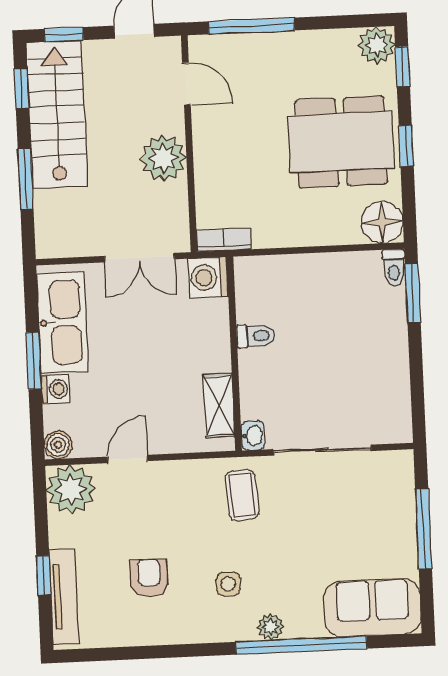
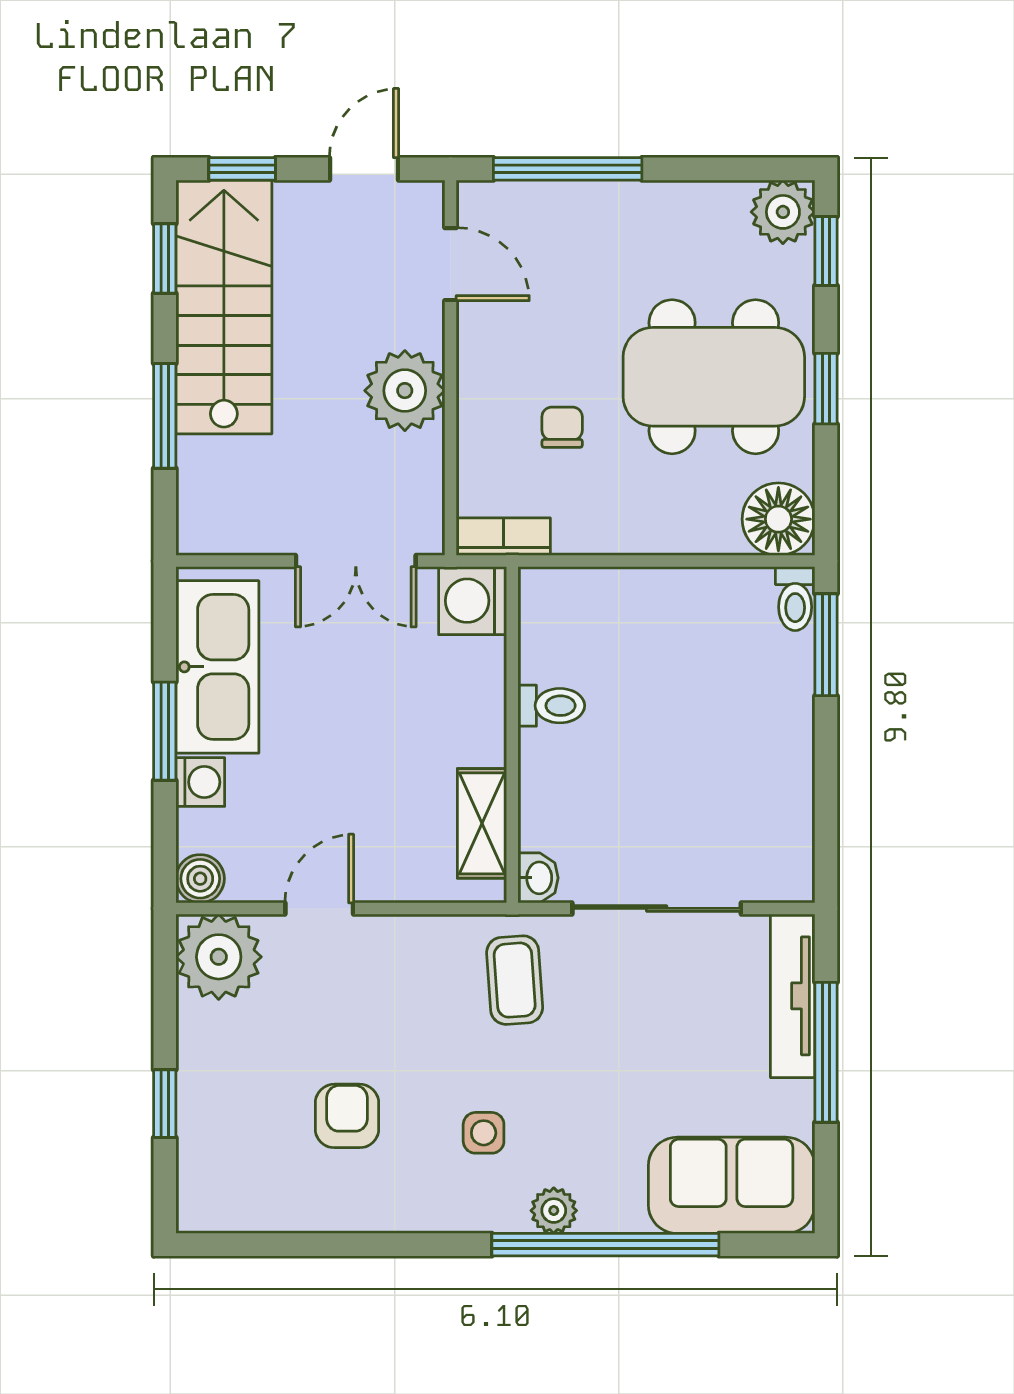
chair: (255, 175) -> (562, 427), added
tv unit: (64, 597) -> (793, 996), moved, turned 180

